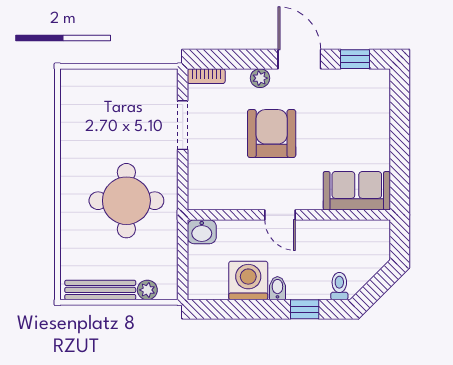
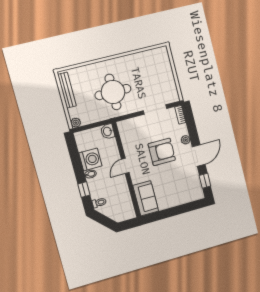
plant: (147, 290) -> (76, 123), moved

